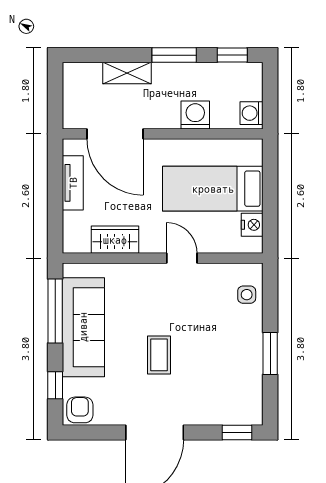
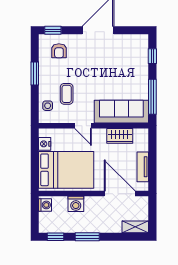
shelving: (127, 73) -> (135, 227), moved
bed: (213, 189) -> (66, 170), width x1.50
sofa: (83, 327) -> (121, 112), moved, turned 90
coffee table: (159, 355) -> (67, 94), moved
armchair: (80, 410) -> (59, 51), moved

